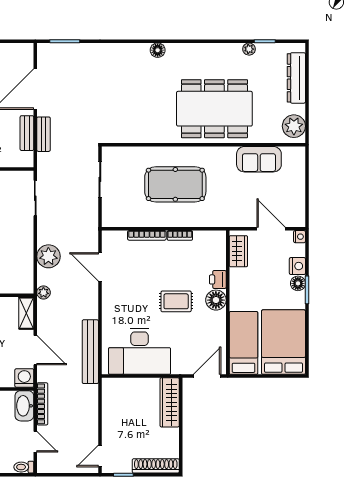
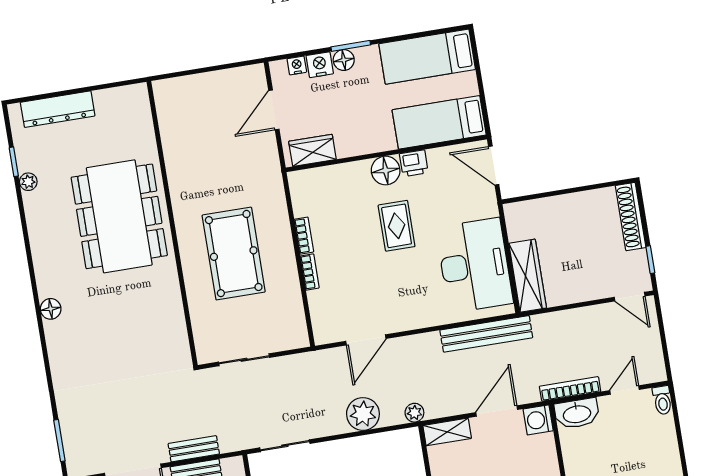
plant: (294, 126) -> (125, 102), removed
sofa: (259, 159) -> (180, 143), removed
bookcase: (147, 235) -> (310, 272), width x0.64
nightstand: (300, 237) -> (297, 65), moved
printer: (218, 279) -> (414, 163), moved
bed: (284, 342) -> (427, 57), width x0.67
wardrobe: (170, 402) -> (528, 276), moved, turned -90

